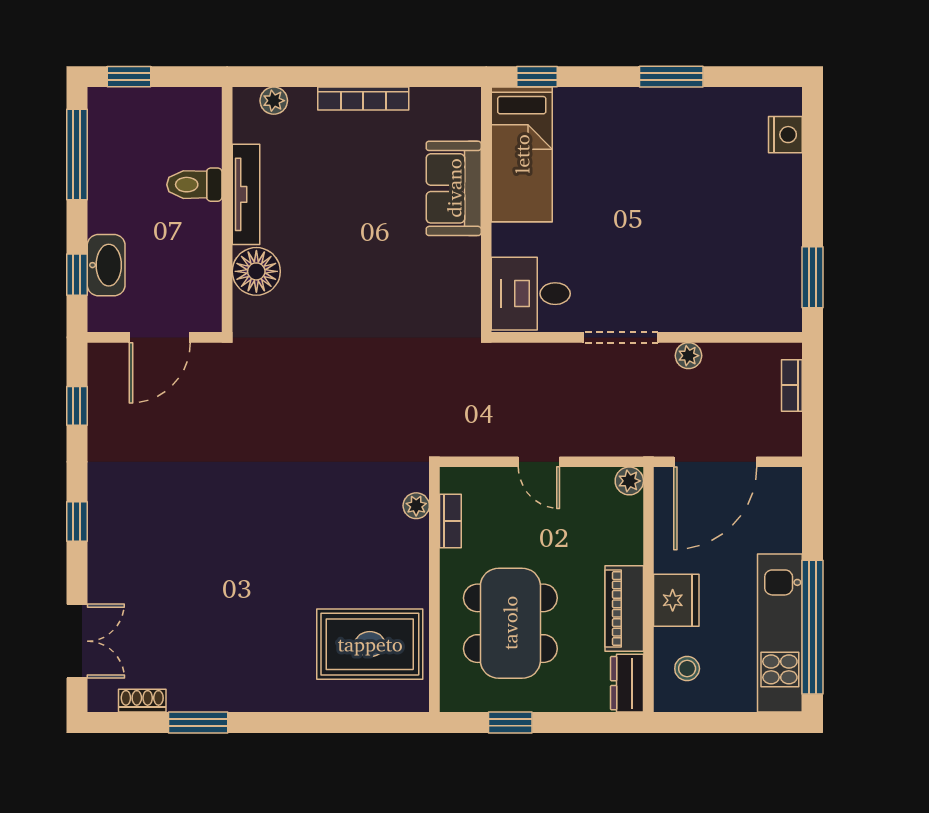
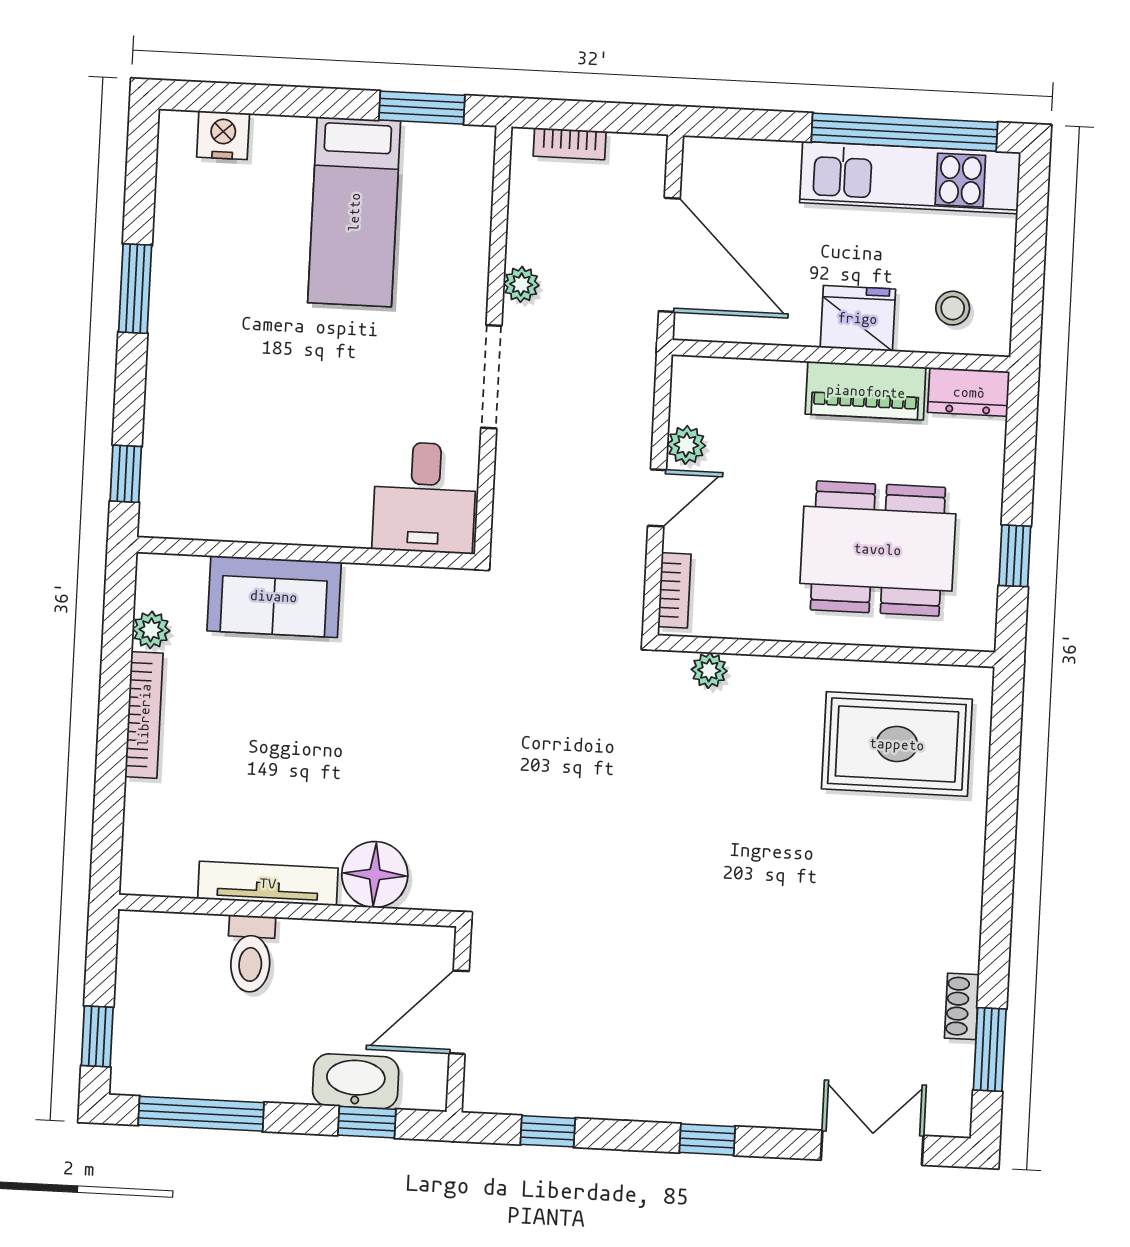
plant: (274, 101) -> (151, 630), moved
bed: (522, 154) -> (354, 212), moved, turned 90
door: (160, 337) -> (459, 1012), swing flipped
plant: (629, 481) -> (686, 445), moved
bookcase: (450, 521) -> (674, 590), moved, turned 90
rug: (370, 644) -> (897, 744), turned 90
shoe rack: (142, 701) -> (962, 1006), moved
window: (198, 722) -> (990, 1050), moved

